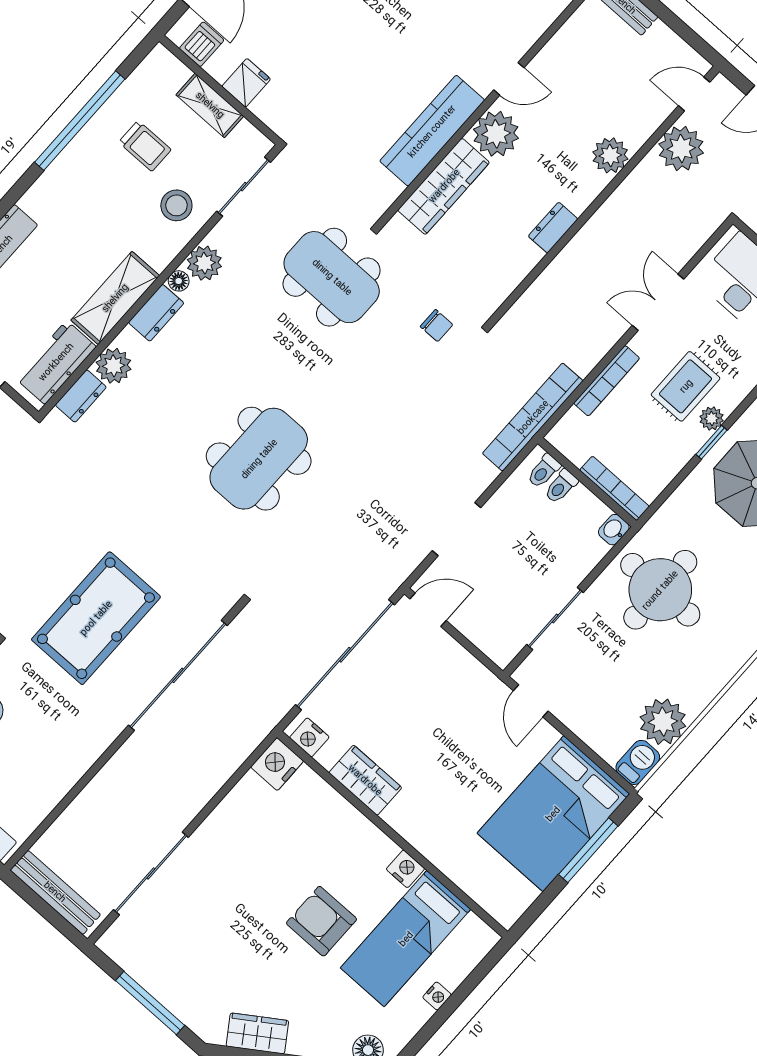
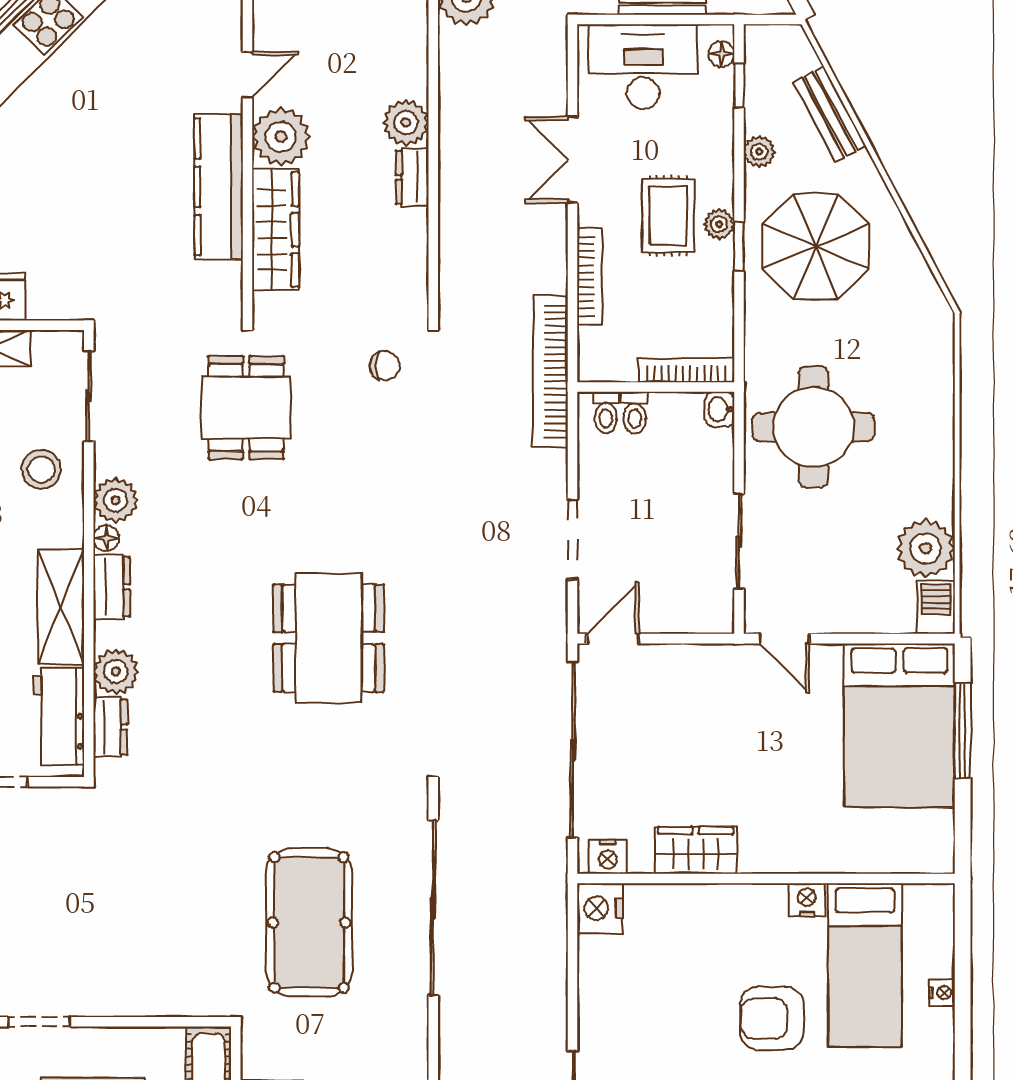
plant: (610, 155) -> (406, 123), moved
dining table: (332, 277) -> (246, 408), width x0.73

